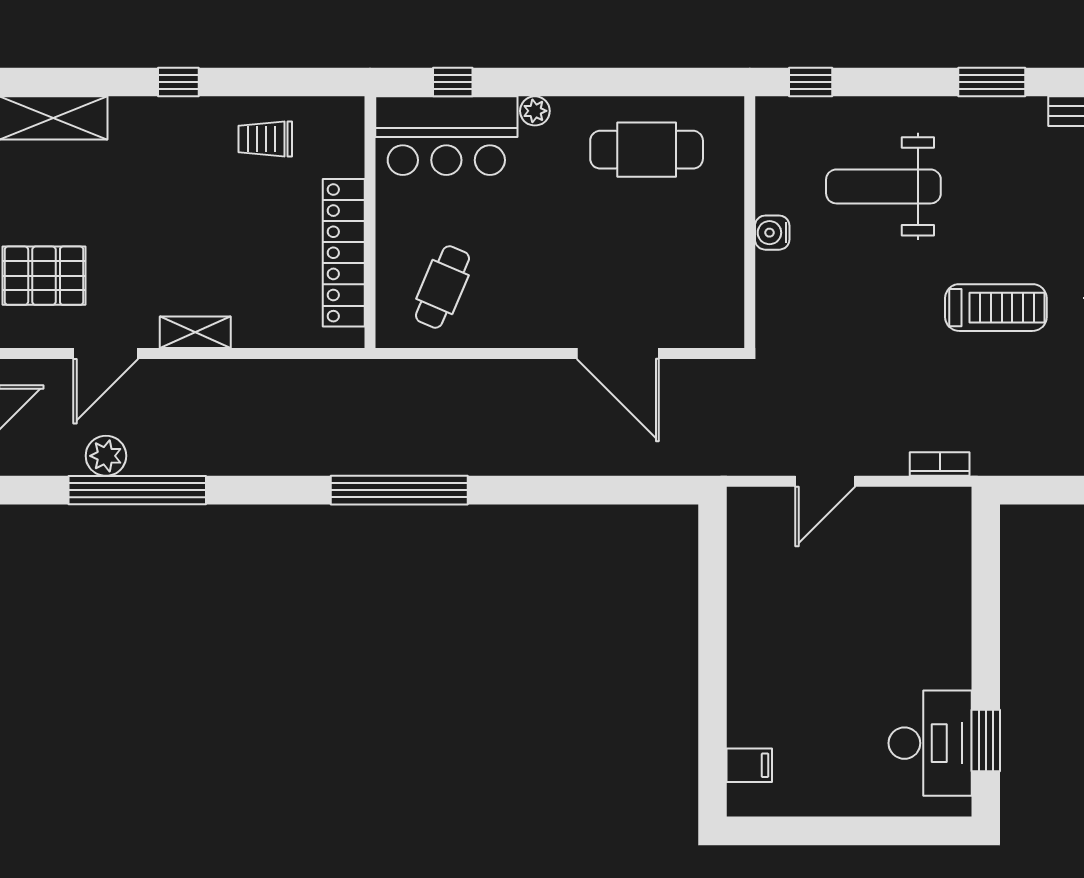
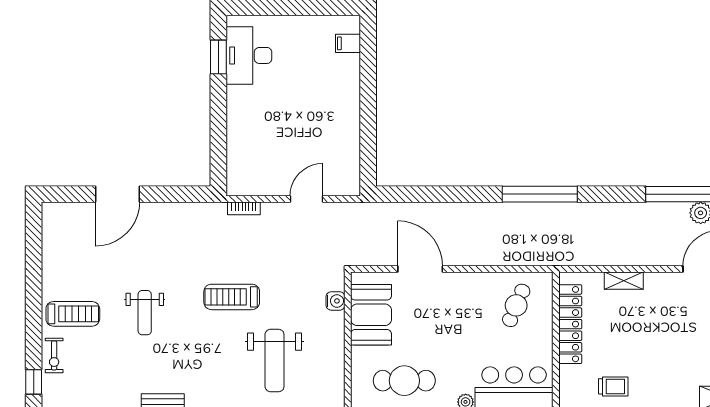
weight bench: (883, 186) -> (275, 361), turned 90
water cooler: (772, 233) -> (335, 301), moved
booth: (707, 270) -> (371, 315), added
treadmill: (996, 308) -> (232, 297), moved
shelving: (195, 332) -> (624, 281), moved

